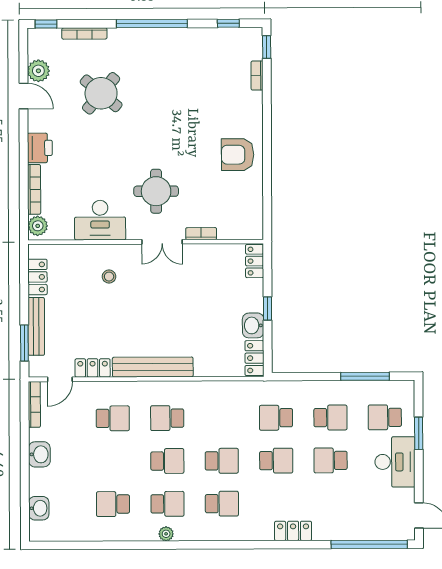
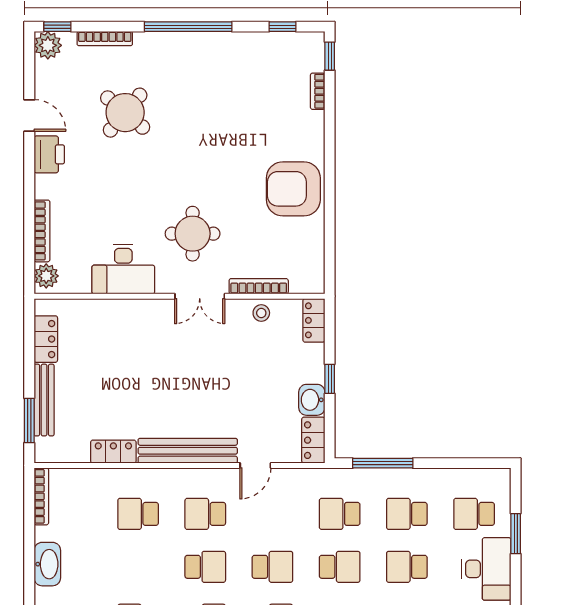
plant: (38, 71) -> (48, 45), moved
printer: (40, 148) -> (49, 154), moved
armchair: (238, 155) -> (293, 189), width x1.36, depth x1.36
bookcase: (201, 234) -> (259, 286), width x1.56
stool: (109, 277) -> (261, 313), moved
window: (365, 376) -> (383, 463), moved
door: (60, 379) -> (255, 465), moved
school desk: (113, 418) -> (138, 514), turned 180
school desk: (330, 418) -> (407, 514), turned 180
washbasin: (39, 454) -> (47, 564), width x1.38

